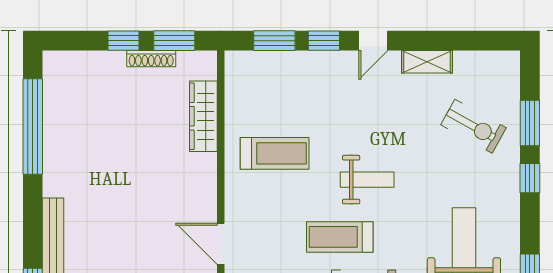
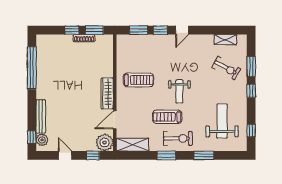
shelving: (427, 62) -> (225, 39), moved
wardrobe: (203, 116) -> (107, 93), moved
weight bench: (367, 180) -> (179, 92), turned 90
door: (221, 244) -> (115, 120), hinge flipped

